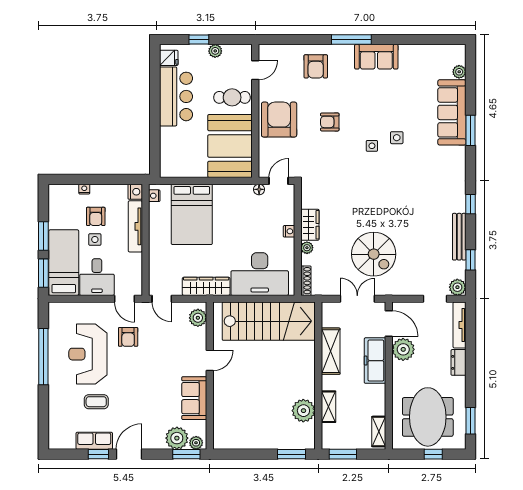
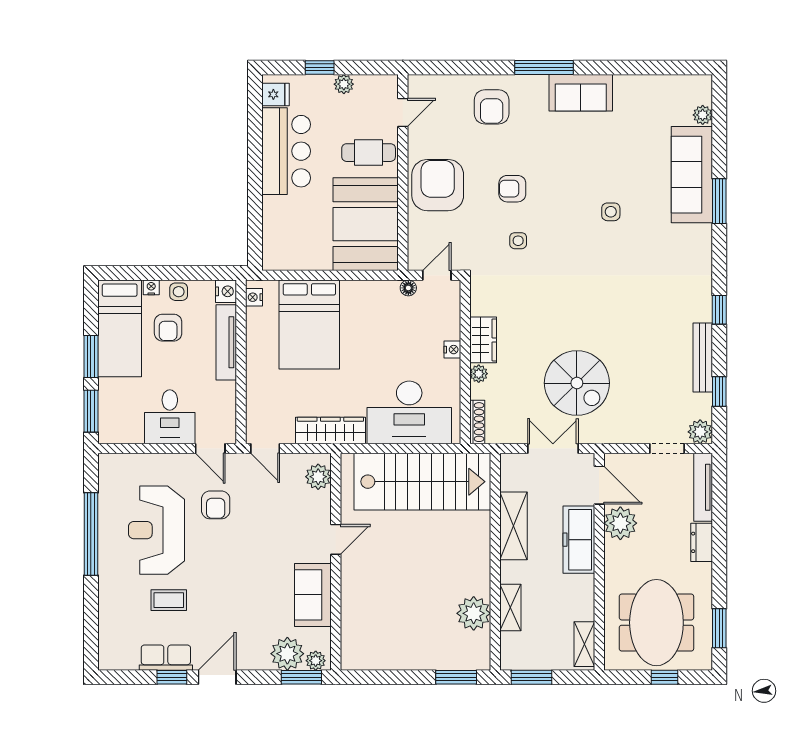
side table: (372, 146) -> (518, 241), moved
side table: (95, 239) -> (179, 292), moved
bed: (64, 263) -> (120, 328), moved, turned 180

